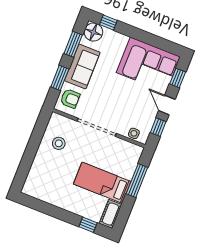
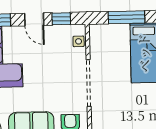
door: (167, 105) -> (34, 19), hinge flipped
stool: (59, 143) -> (122, 116), removed

